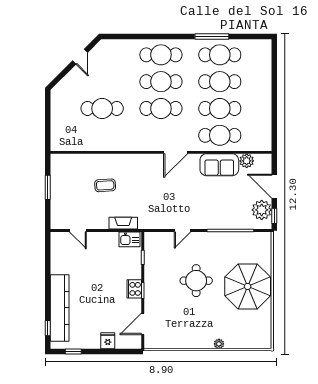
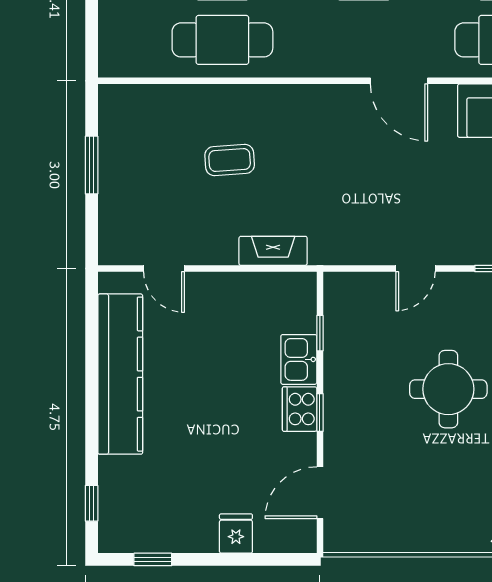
cafe table: (102, 135) -> (222, 40), added
door: (176, 152) -> (399, 81), hinge flipped
kitchen sink: (130, 239) -> (299, 359), moved, turned 90
kitchen counter: (60, 308) -> (120, 374), moved

